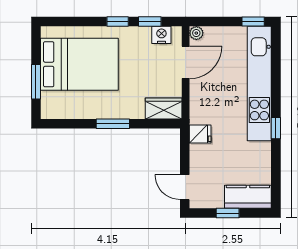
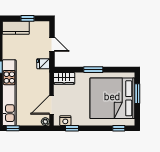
window: (118, 21) -> (119, 128), moved
bed: (79, 64) -> (112, 98), width x1.36
door: (185, 187) -> (52, 44), moved

